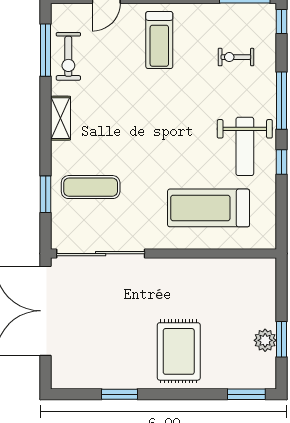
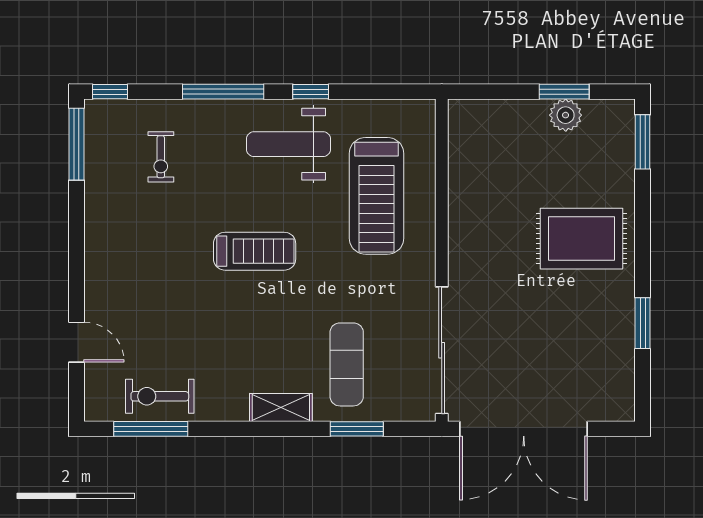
treadmill: (159, 40) -> (255, 251), moved
exercise bike: (68, 56) -> (160, 396), turned 180
shelving: (61, 118) -> (281, 407), moved
weight bench: (245, 146) -> (288, 144), turned 180

